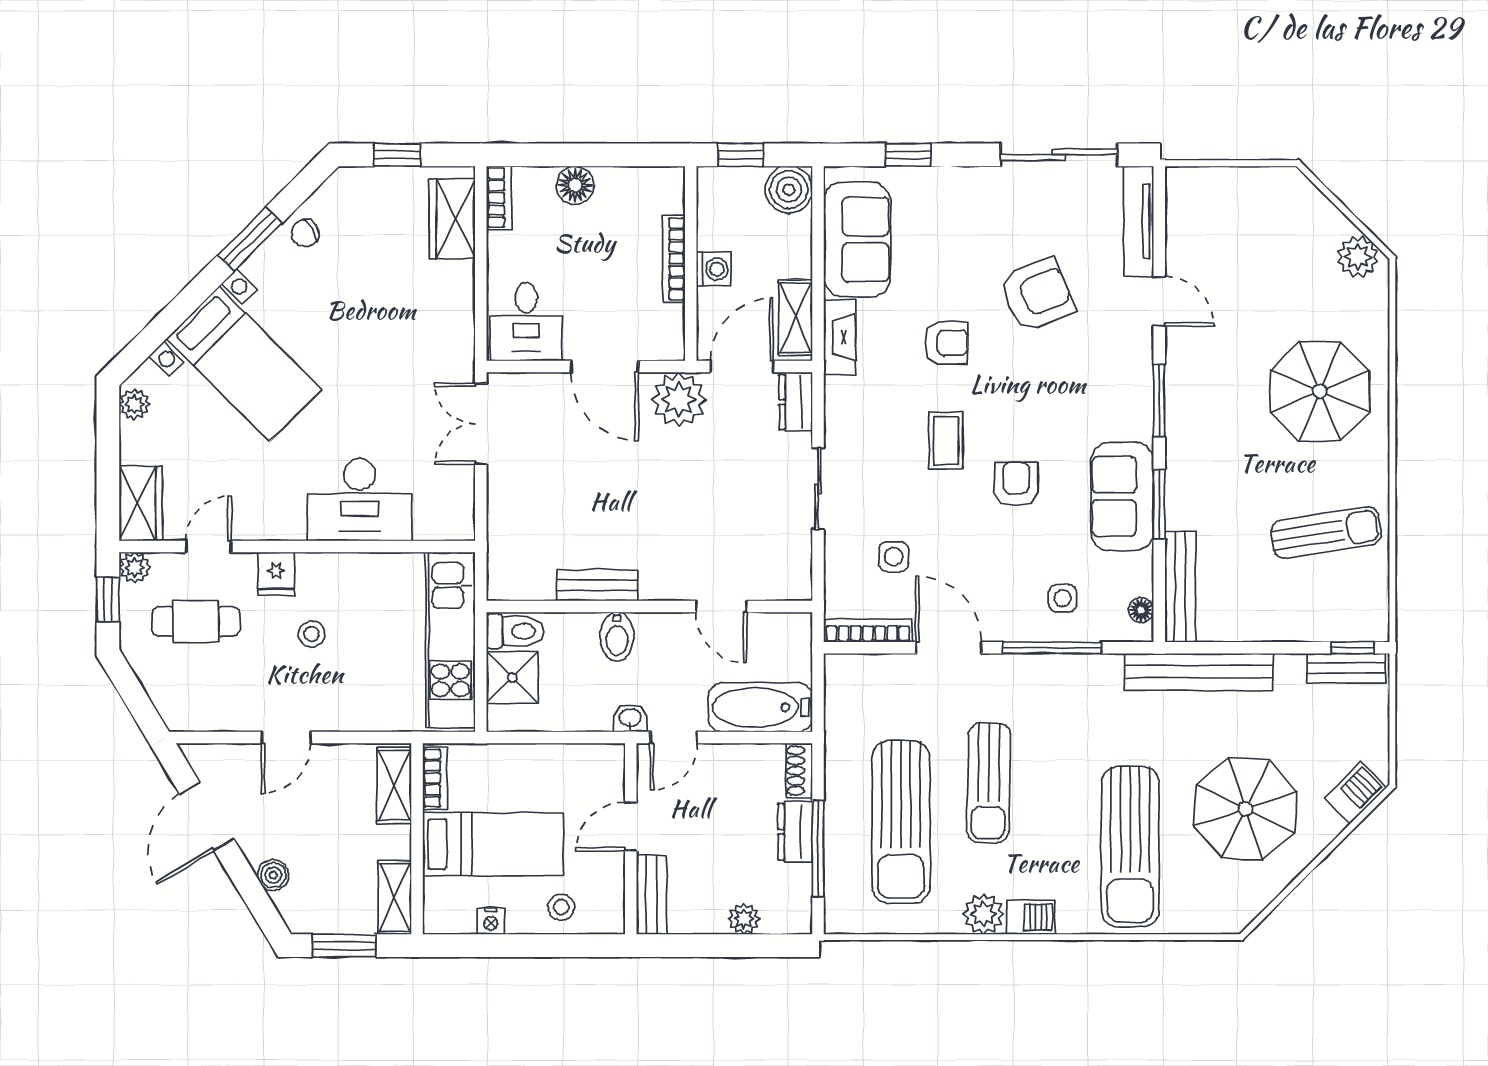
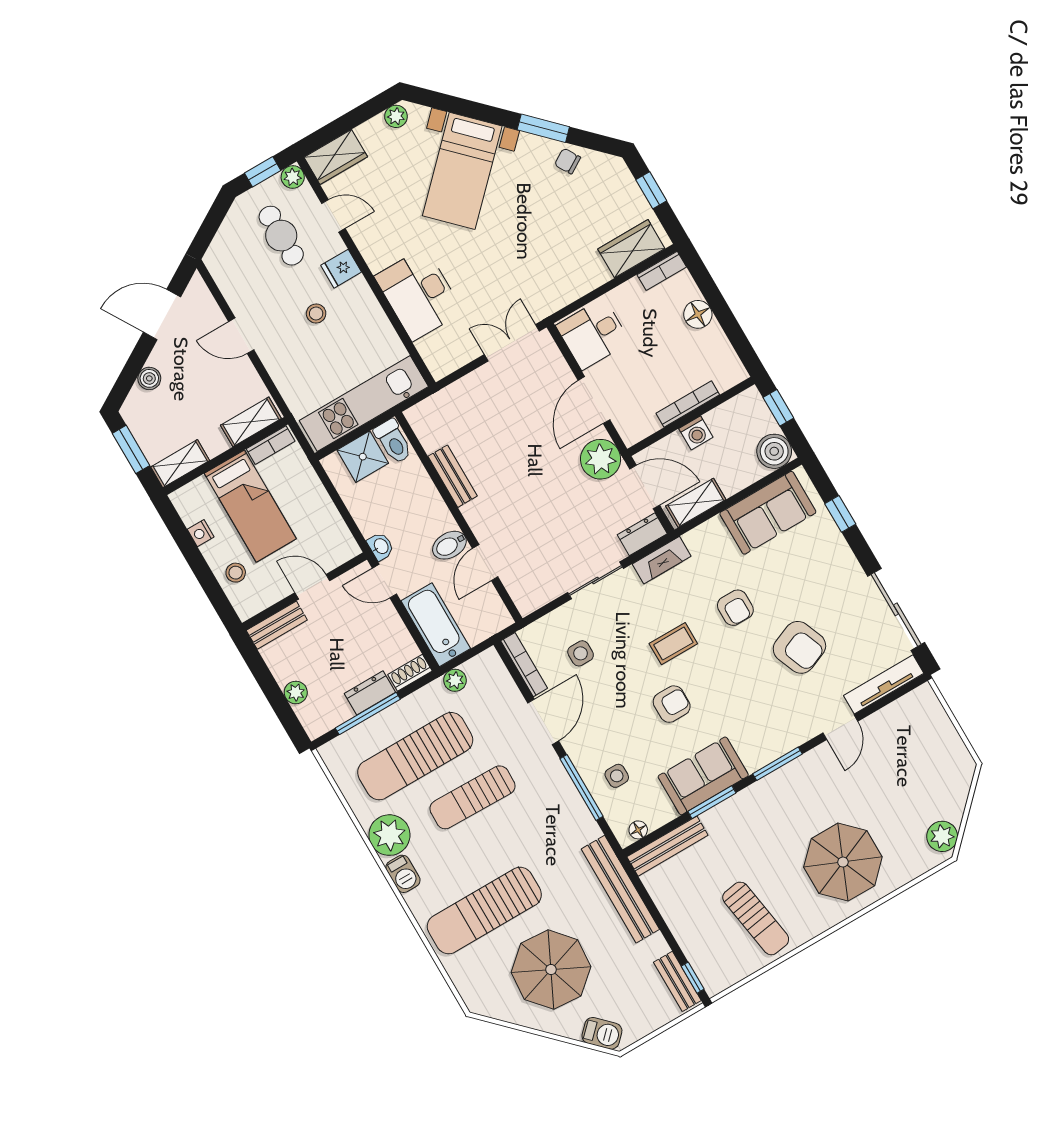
fireplace: (840, 337) -> (662, 560), moved
bidet: (617, 637) -> (449, 545), moved
plant: (839, 723) -> (455, 680), added
plant: (983, 914) -> (389, 835), width x1.36, depth x1.36

